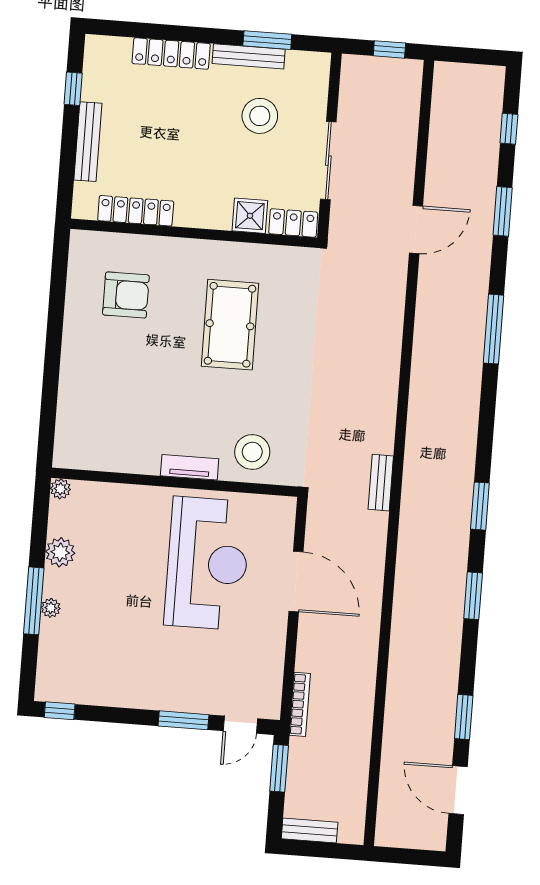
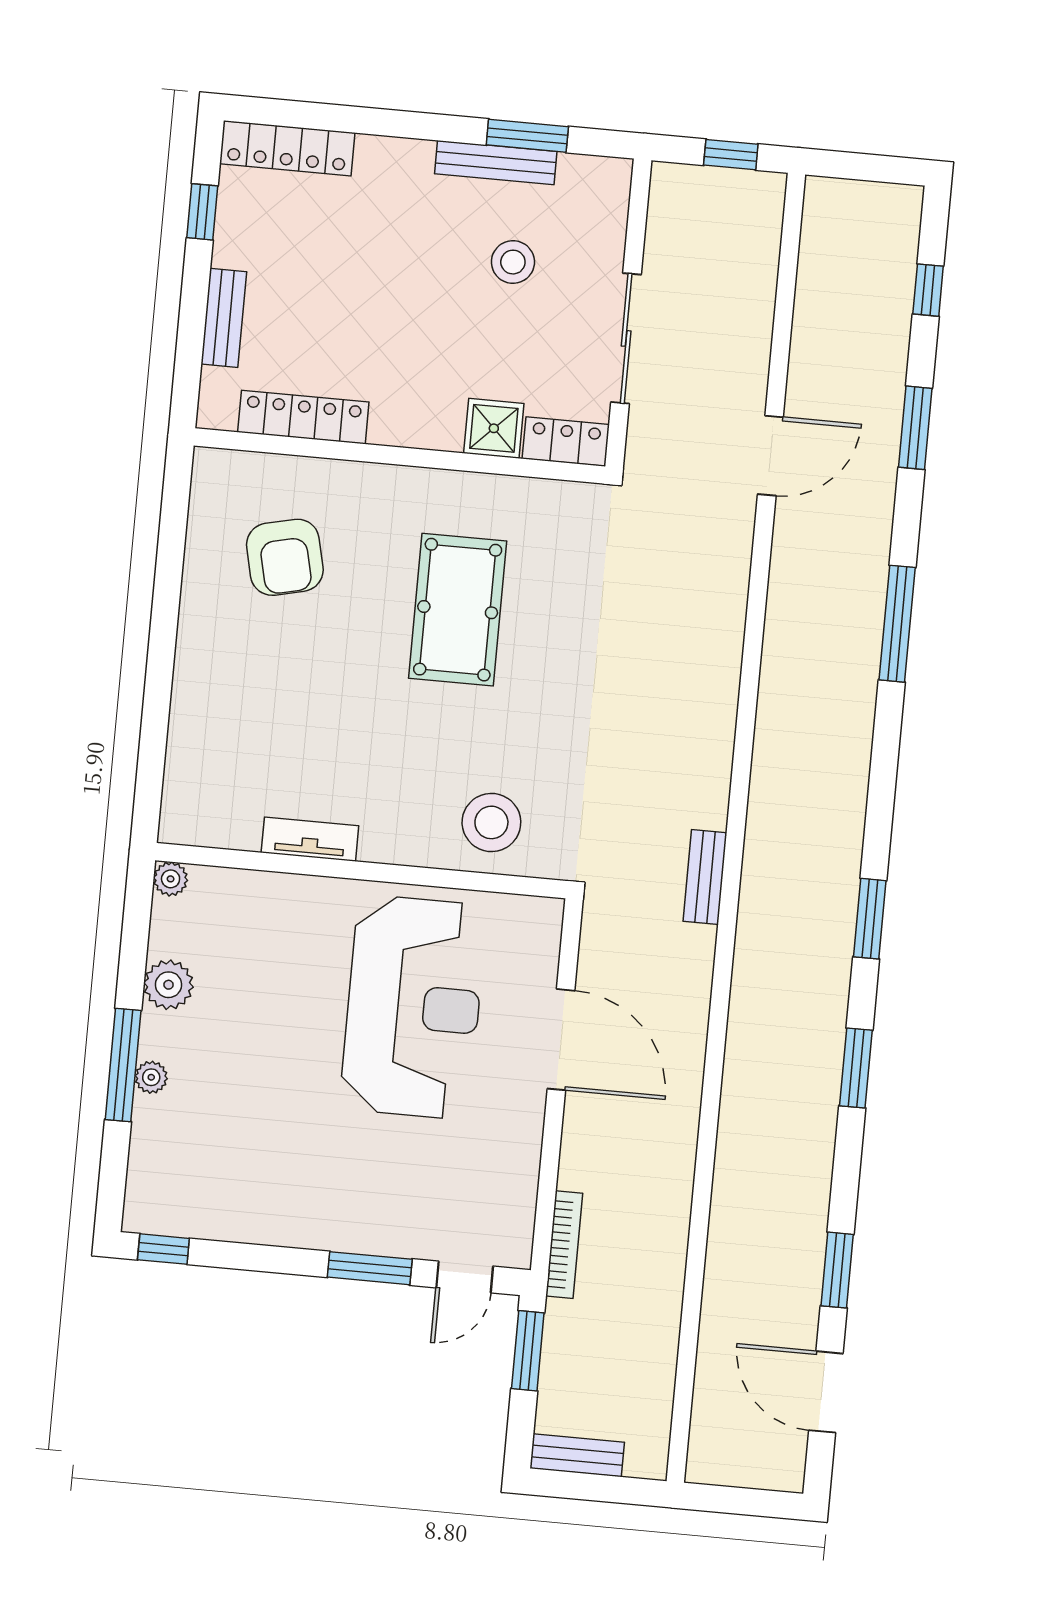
locker: (171, 54) -> (287, 148), moved
stool: (260, 116) -> (513, 262), width x0.73, depth x0.73
bench: (88, 142) -> (224, 318), width x0.73
armchair: (126, 295) -> (285, 557), turned 77
tv unit: (190, 467) -> (310, 839), moved

